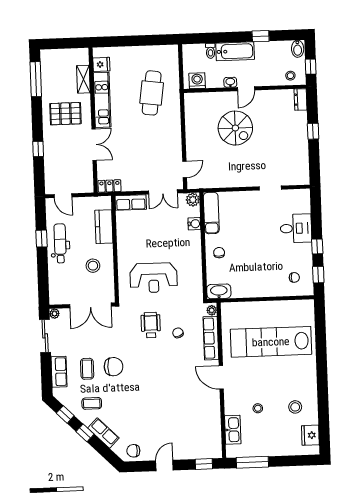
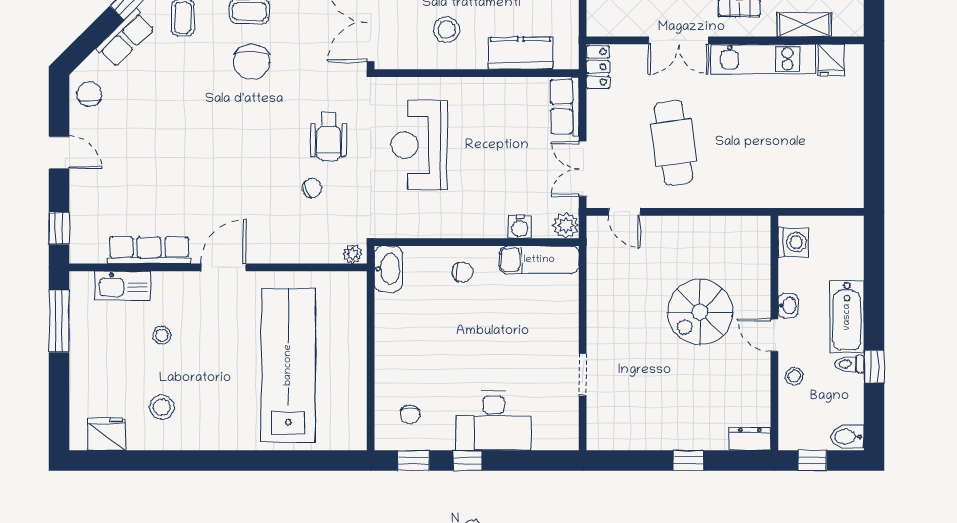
toilet: (210, 51) -> (850, 364), moved
stool: (290, 76) -> (794, 376), moved
cafe table: (152, 93) -> (673, 143), moved, turned 74
desk: (296, 228) -> (494, 421), width x1.37
wheelchair: (151, 325) -> (329, 136), turned 90
row of seats: (211, 338) -> (149, 250), moved

